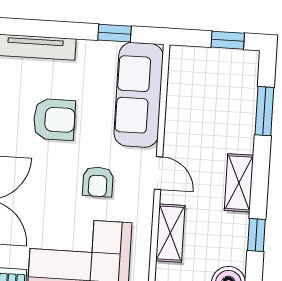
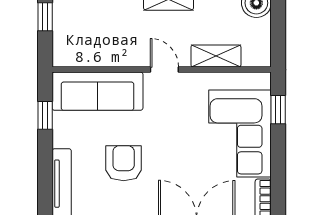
door: (159, 173) -> (164, 70), hinge flipped
armchair: (98, 182) -> (175, 122), removed

